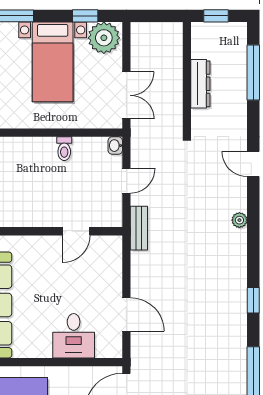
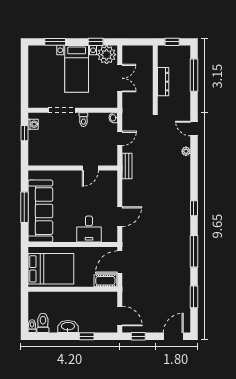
double door: (126, 95) -> (120, 78), moved
doorway: (28, 133) -> (62, 110), added
plant: (239, 220) -> (186, 151), moved
door: (126, 314) -> (120, 217), hinge flipped

